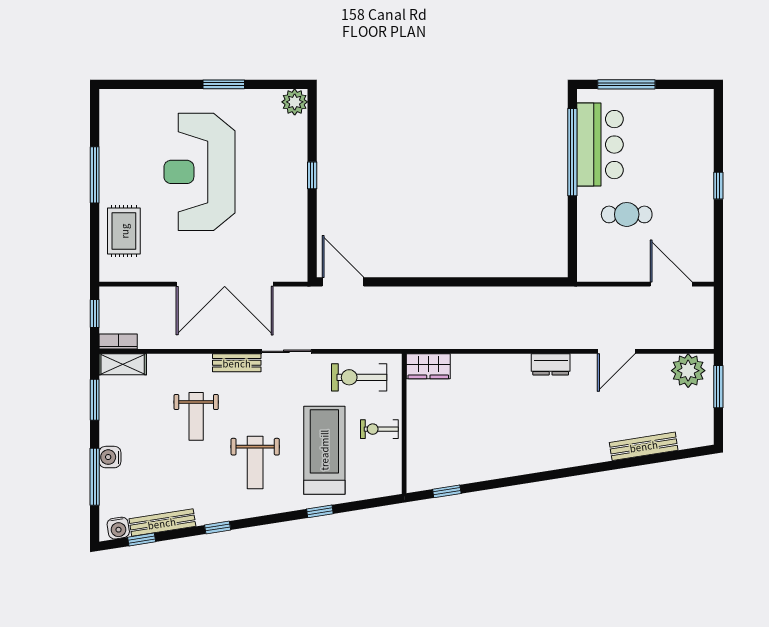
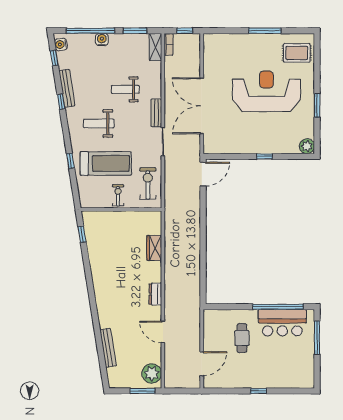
rug: (124, 231) -> (297, 53), moved
wardrobe: (428, 366) -> (154, 248), moved
window: (95, 477) -> (90, 31), width x1.46
bench: (162, 523) -> (67, 88), moved

